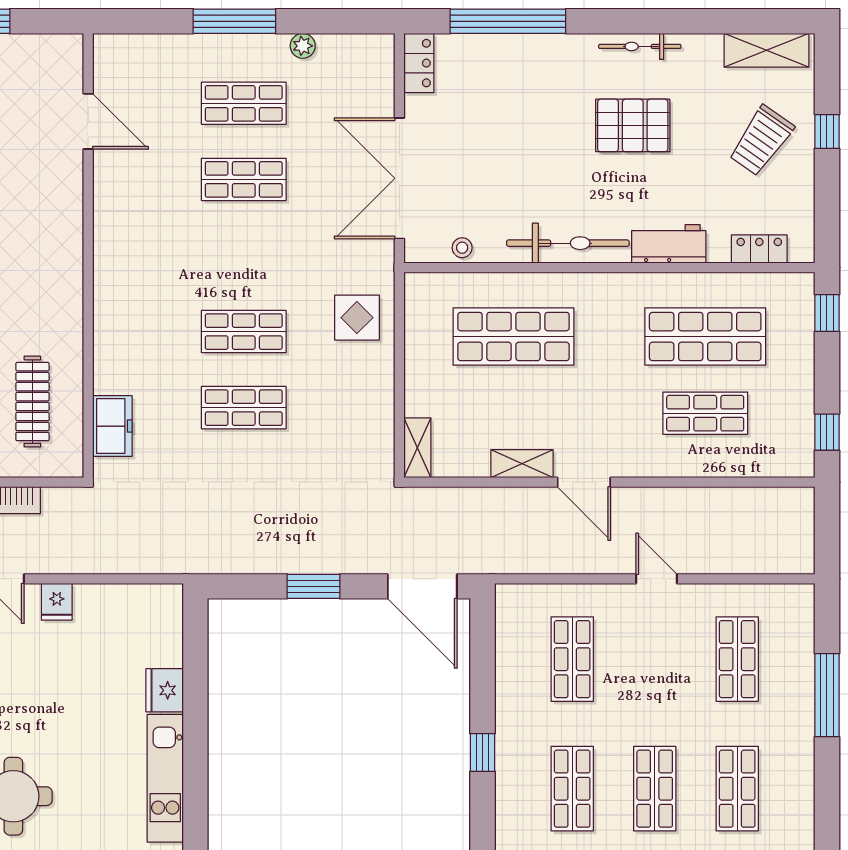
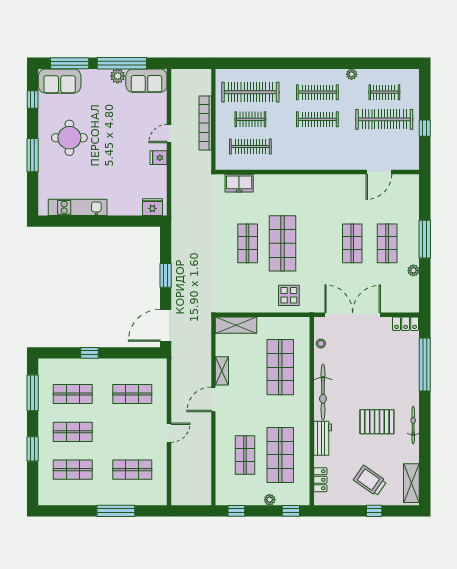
pallet: (633, 125) -> (377, 422), turned 90
shop shelf: (244, 332) -> (282, 243), width x1.43, depth x1.36
plant: (803, 359) -> (270, 500), added
shelving: (417, 448) -> (236, 325), width x1.50, depth x1.33
fridge: (165, 690) -> (152, 207), moved

